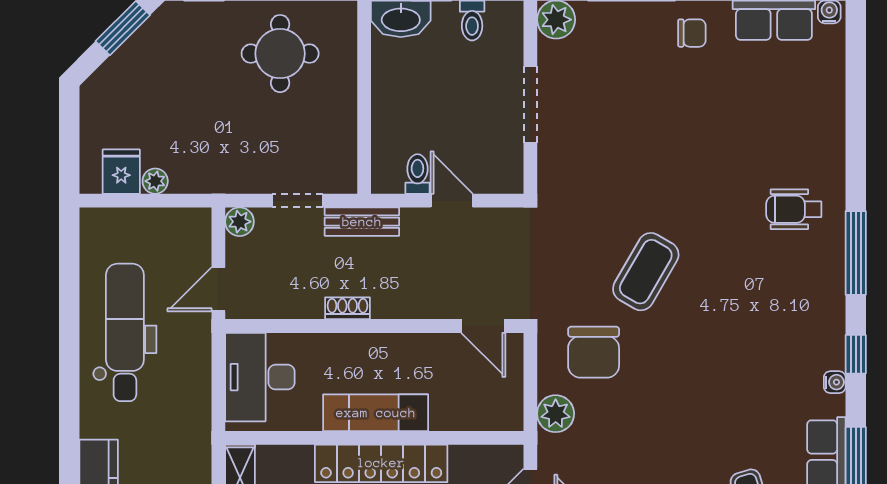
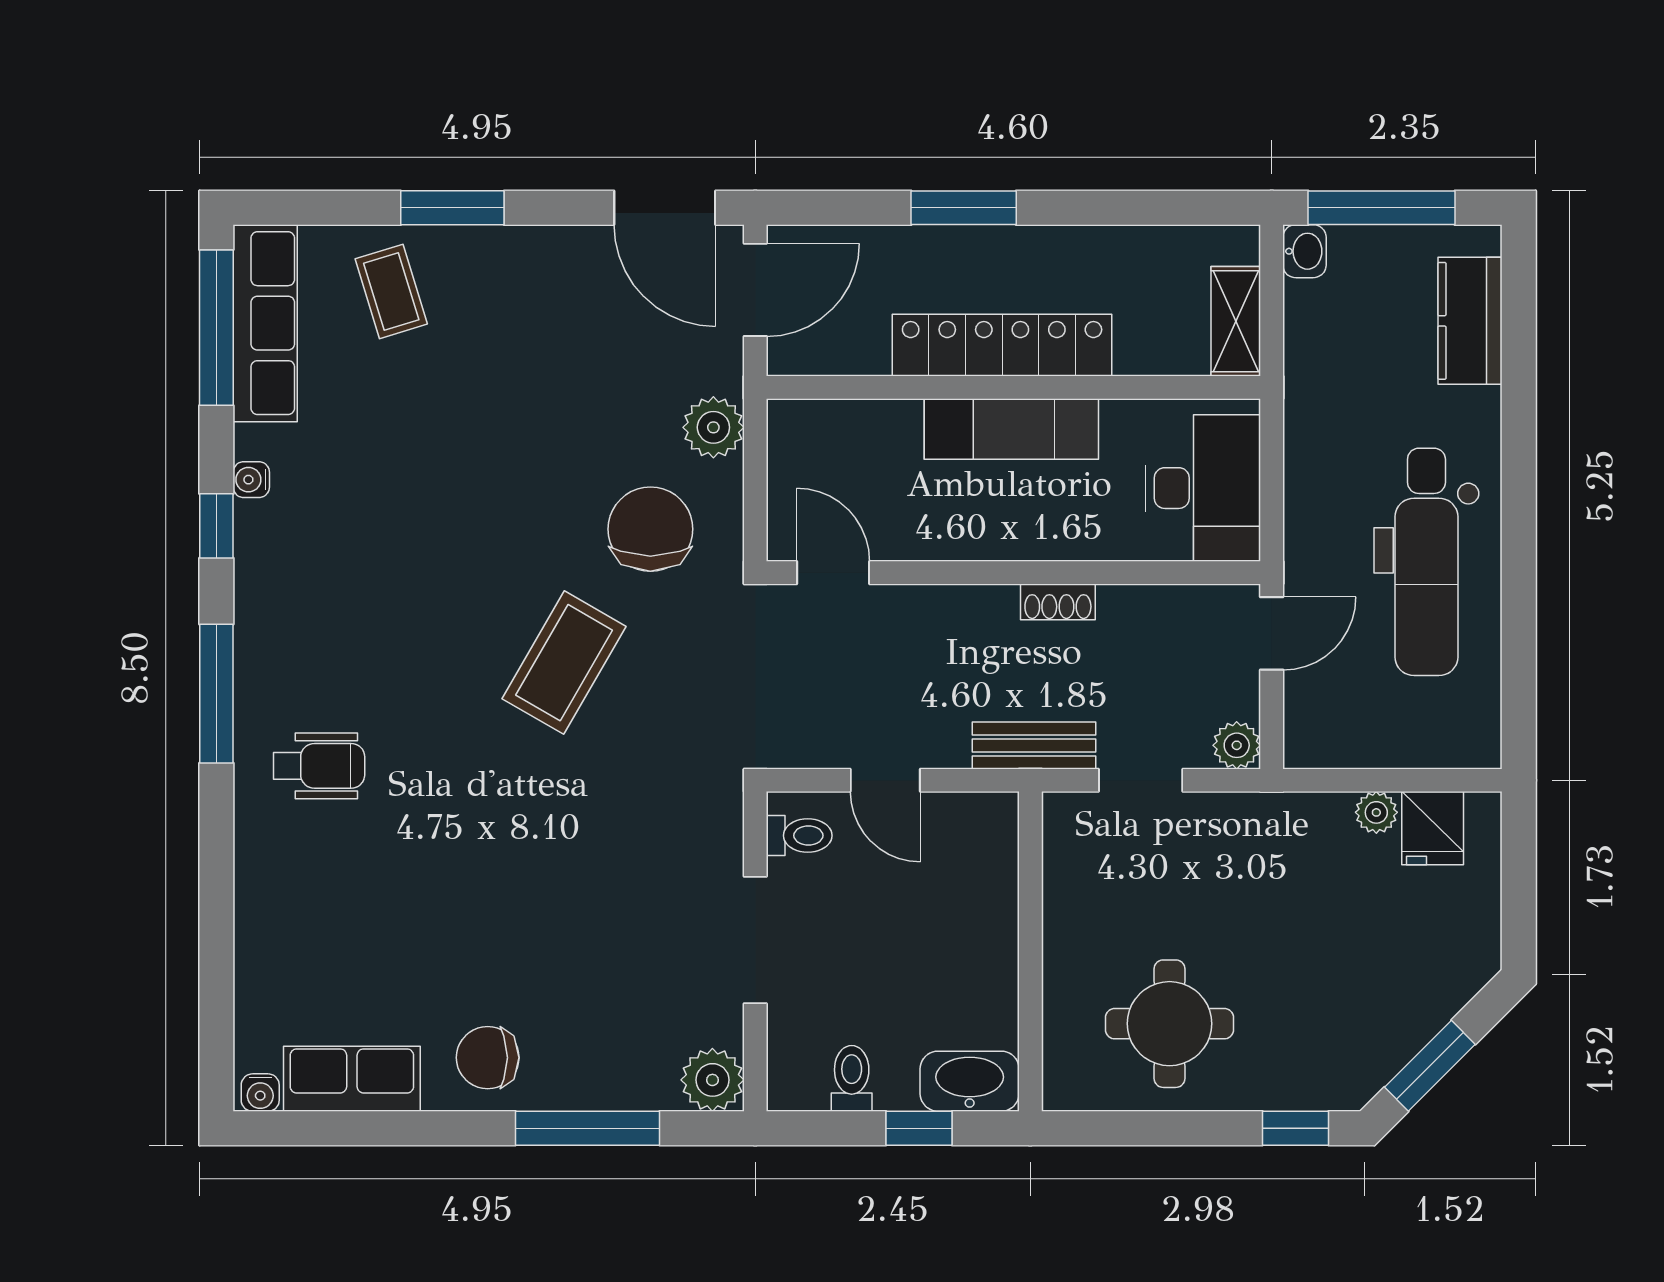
chair: (692, 33) -> (488, 1058), width x1.37, depth x1.37
toilet: (417, 174) -> (799, 836), moved, turned -90

